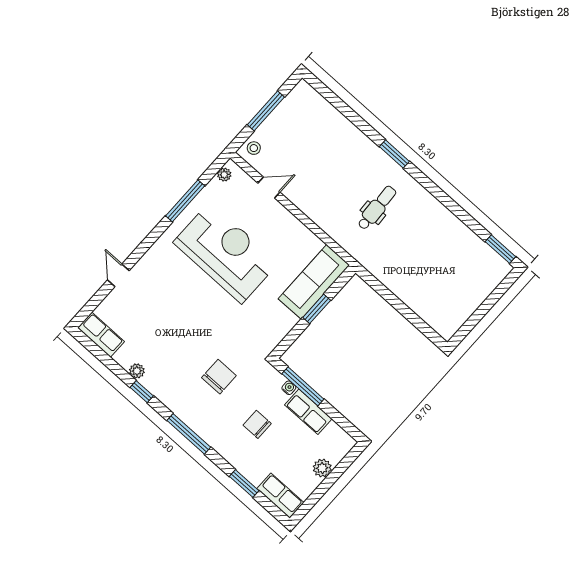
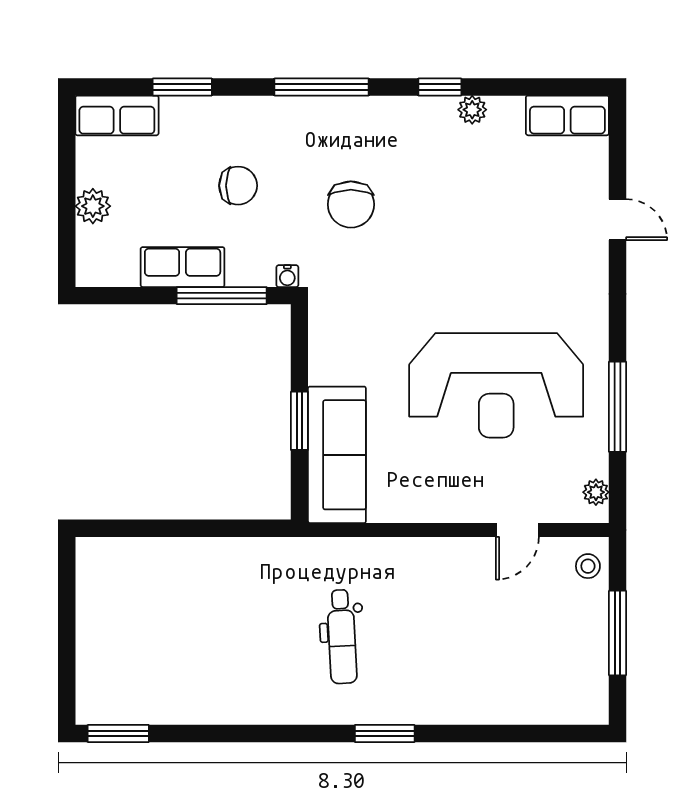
water cooler: (289, 388) -> (287, 276), moved

